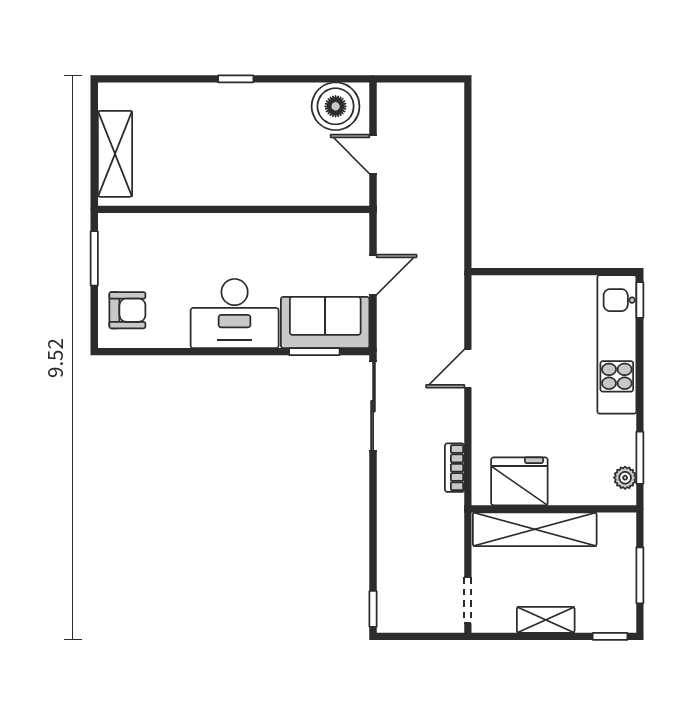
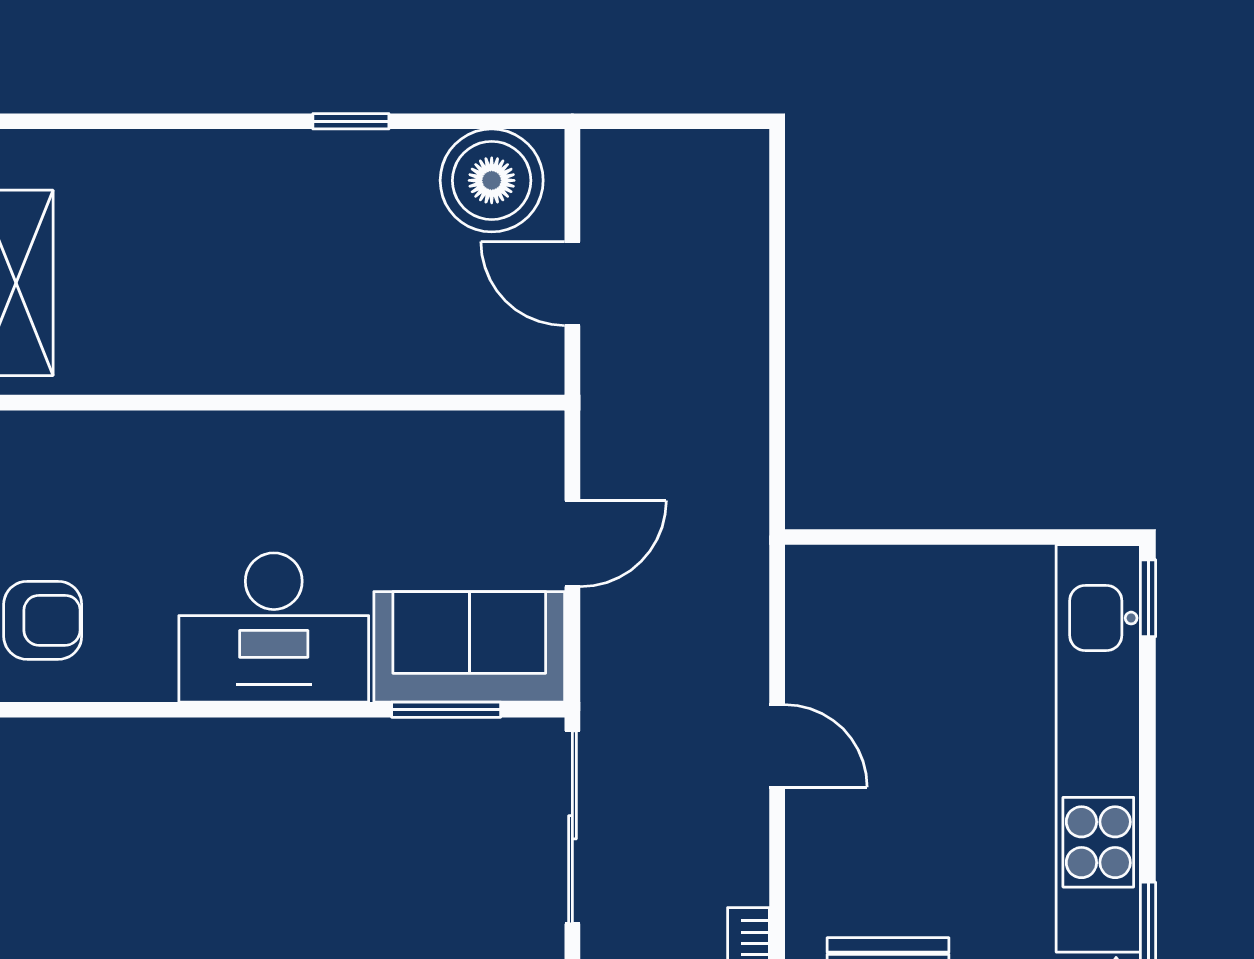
window: (236, 79) -> (351, 121), moved
kitchen unit: (617, 344) -> (1098, 748), width x1.36
door: (468, 368) -> (777, 746), swing flipped

